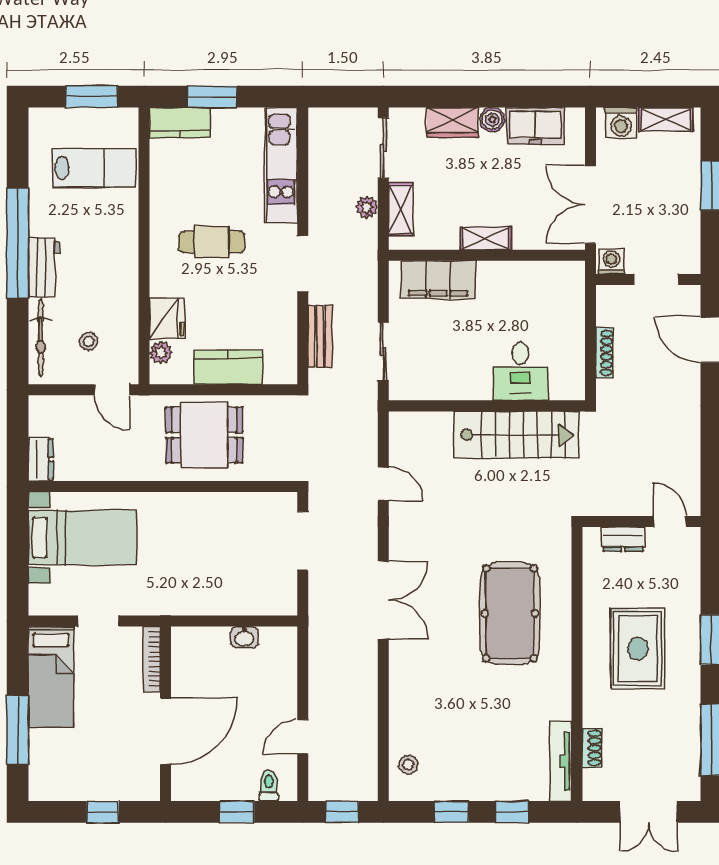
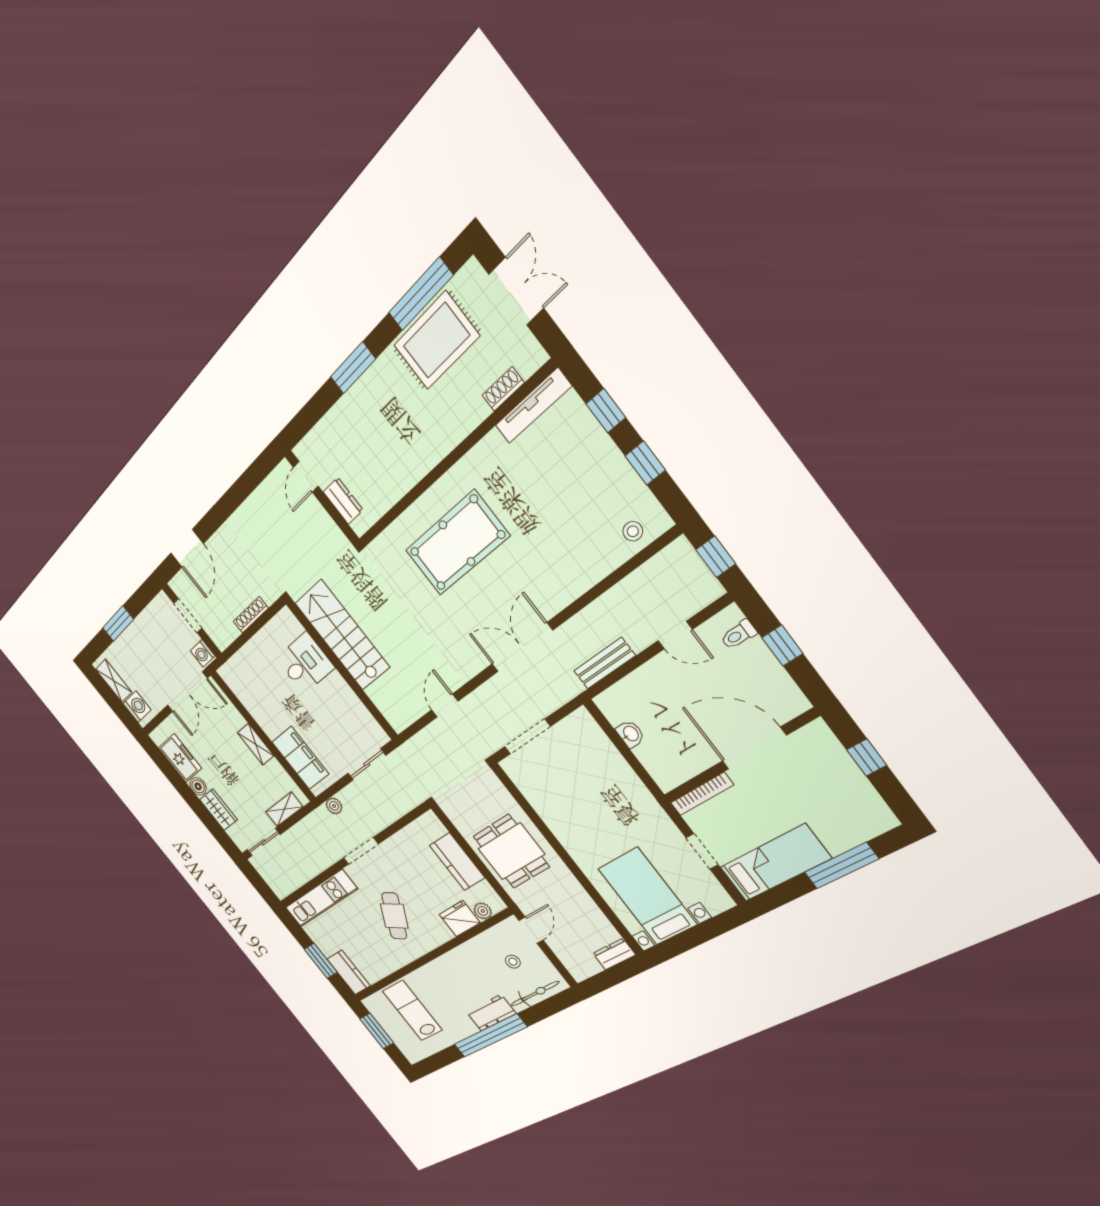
plant: (367, 207) -> (334, 806), moved
cafe table: (212, 242) -> (394, 916), turned 30
bench: (320, 336) -> (604, 663), moved
rug: (638, 649) -> (436, 341), moved

